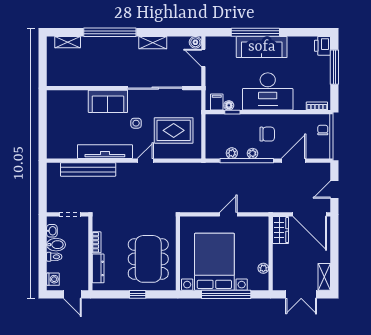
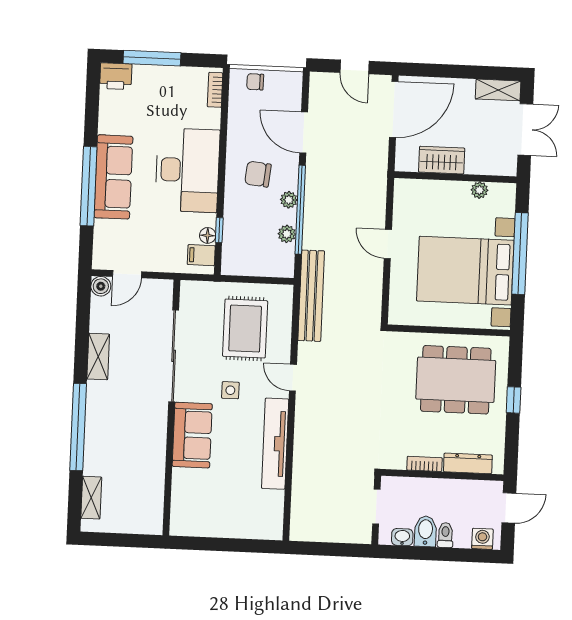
chair: (267, 134) -> (258, 174), turned -84
bench: (88, 169) -> (311, 296), moved
wardrobe: (280, 230) -> (442, 160), moved

